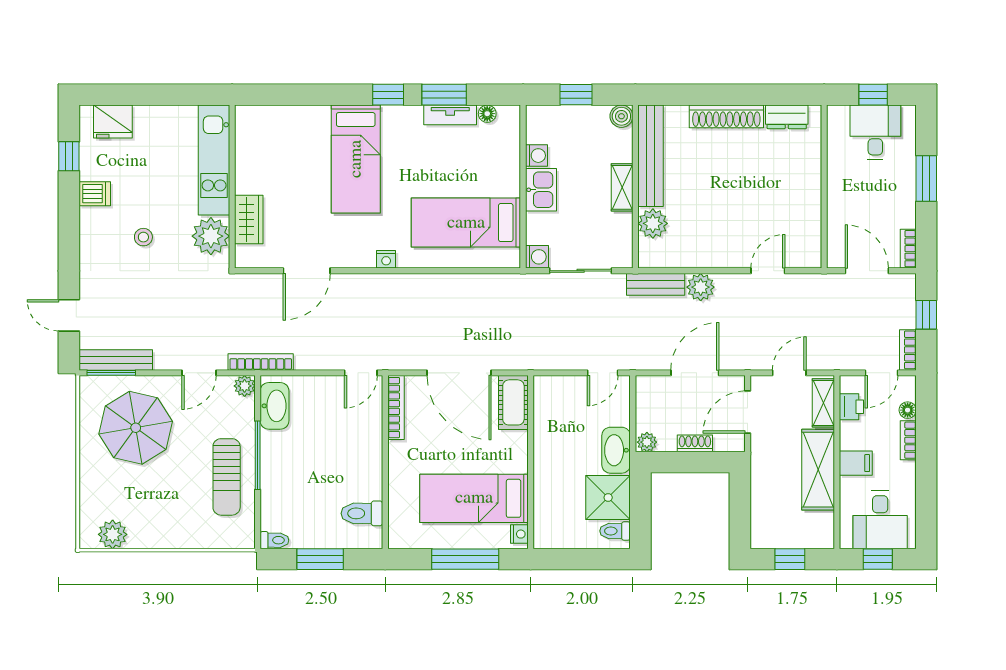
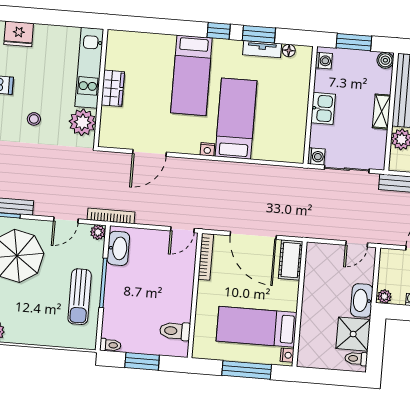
window: (576, 95) -> (354, 42), width x1.50
washing machine: (537, 156) -> (324, 61), moved
wardrobe: (249, 220) -> (113, 88), moved
bed: (466, 223) -> (236, 119), moved, turned 90

